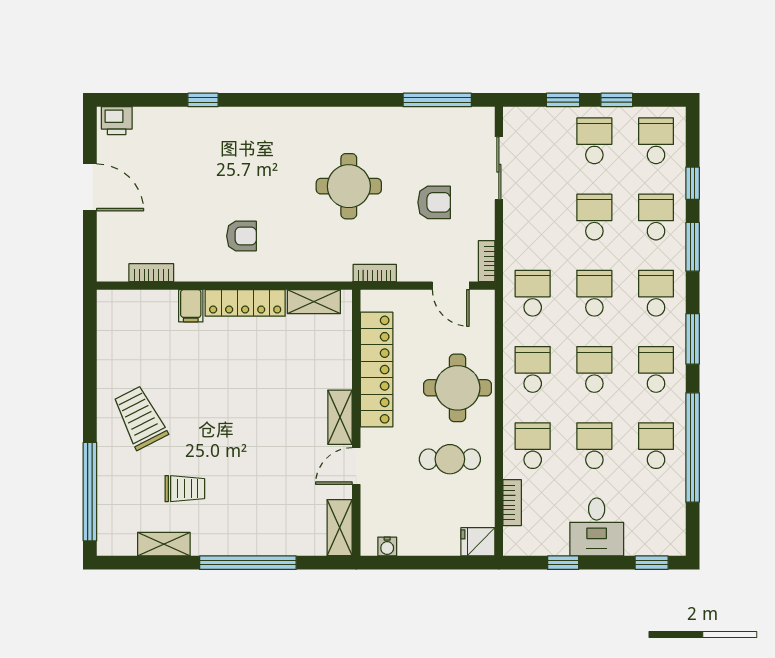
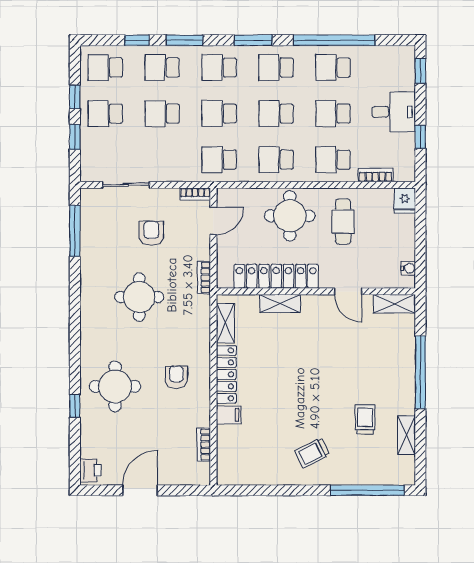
round table: (229, 154) -> (115, 386), added
shelving: (340, 417) -> (280, 304), moved
trolley: (140, 418) -> (312, 453), width x0.73, depth x0.72

